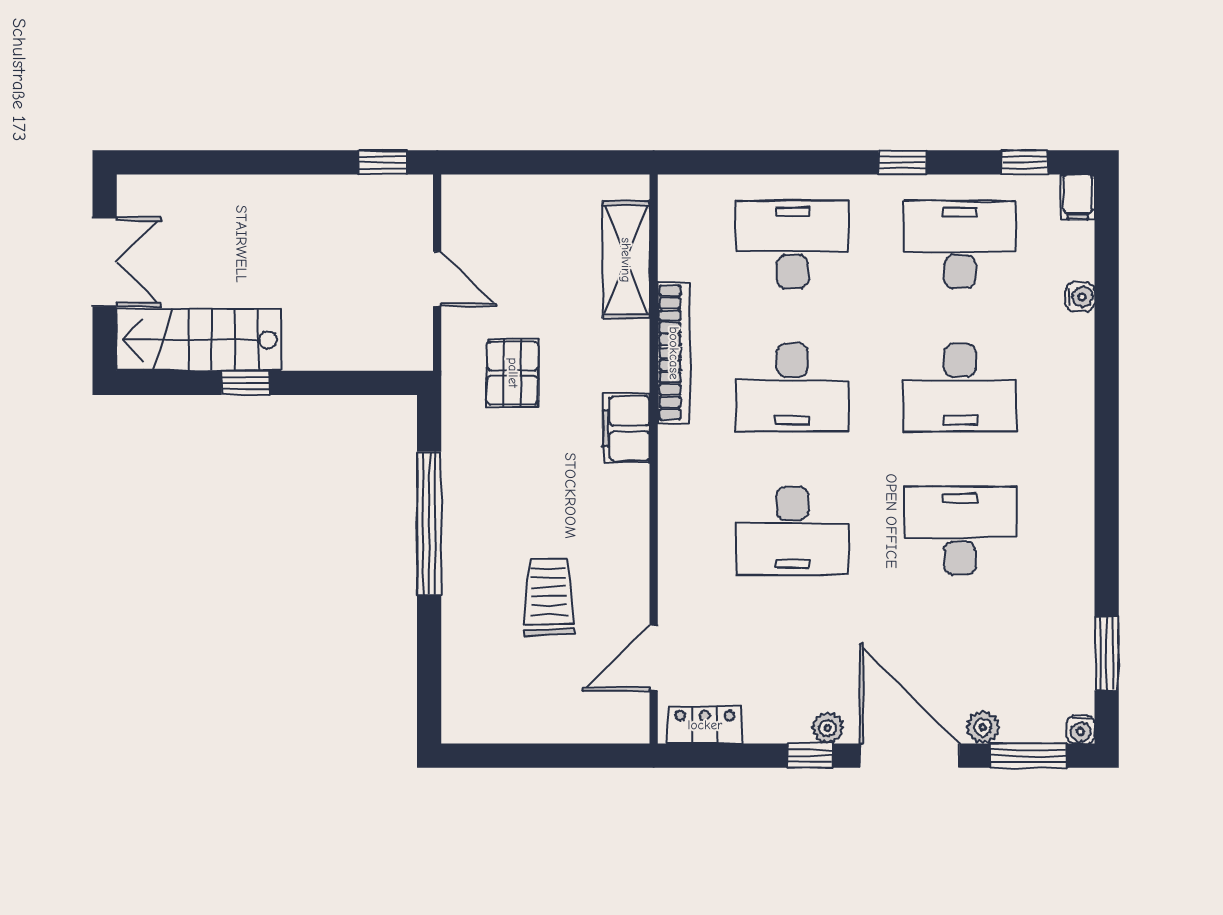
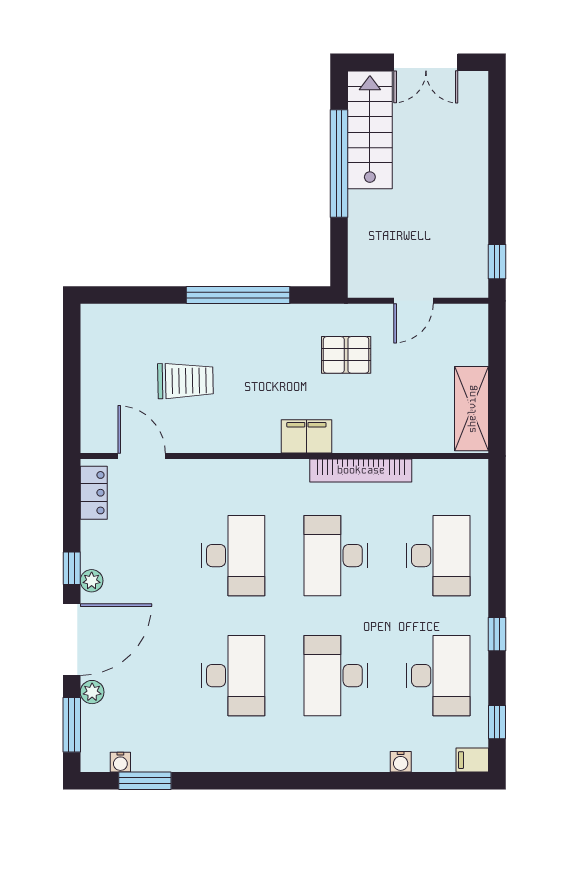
shelving: (626, 260) -> (472, 409), moved, turned 90
window: (246, 383) -> (339, 163), width x3.17
desk: (792, 531) -> (233, 556), turned 180
water cooler: (1081, 730) -> (120, 762), moved, turned -90

